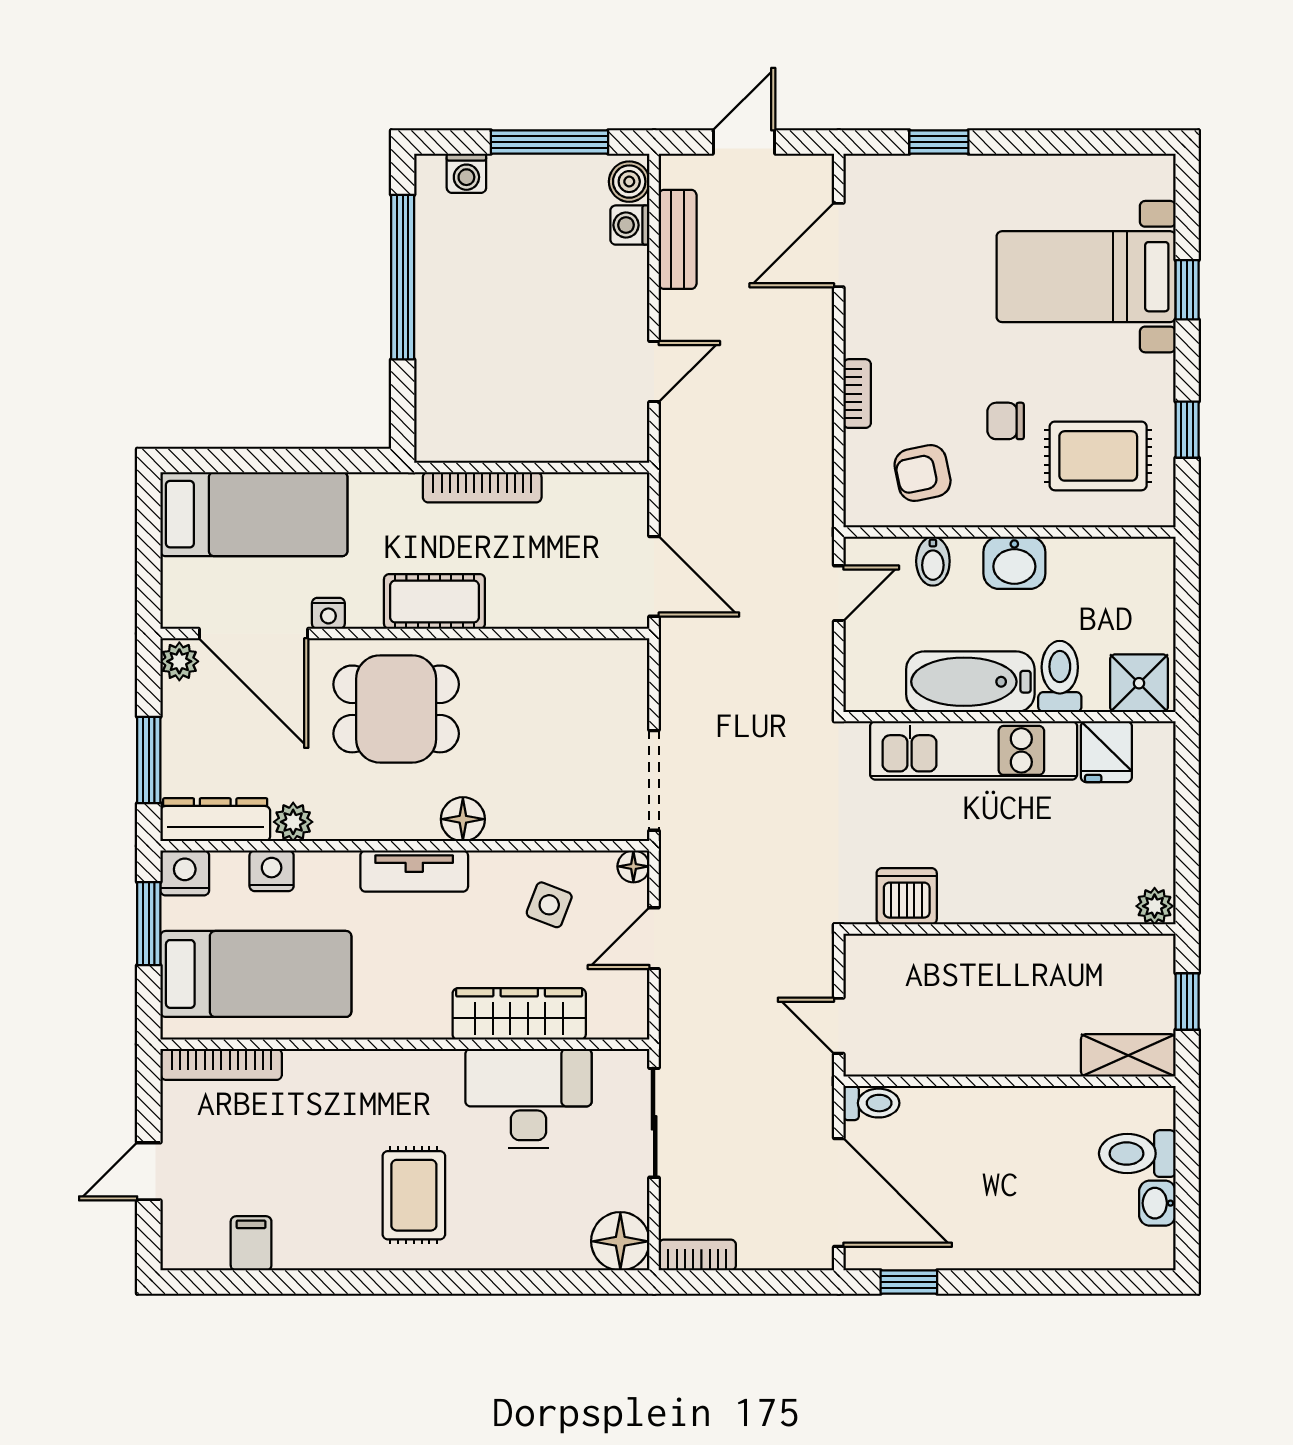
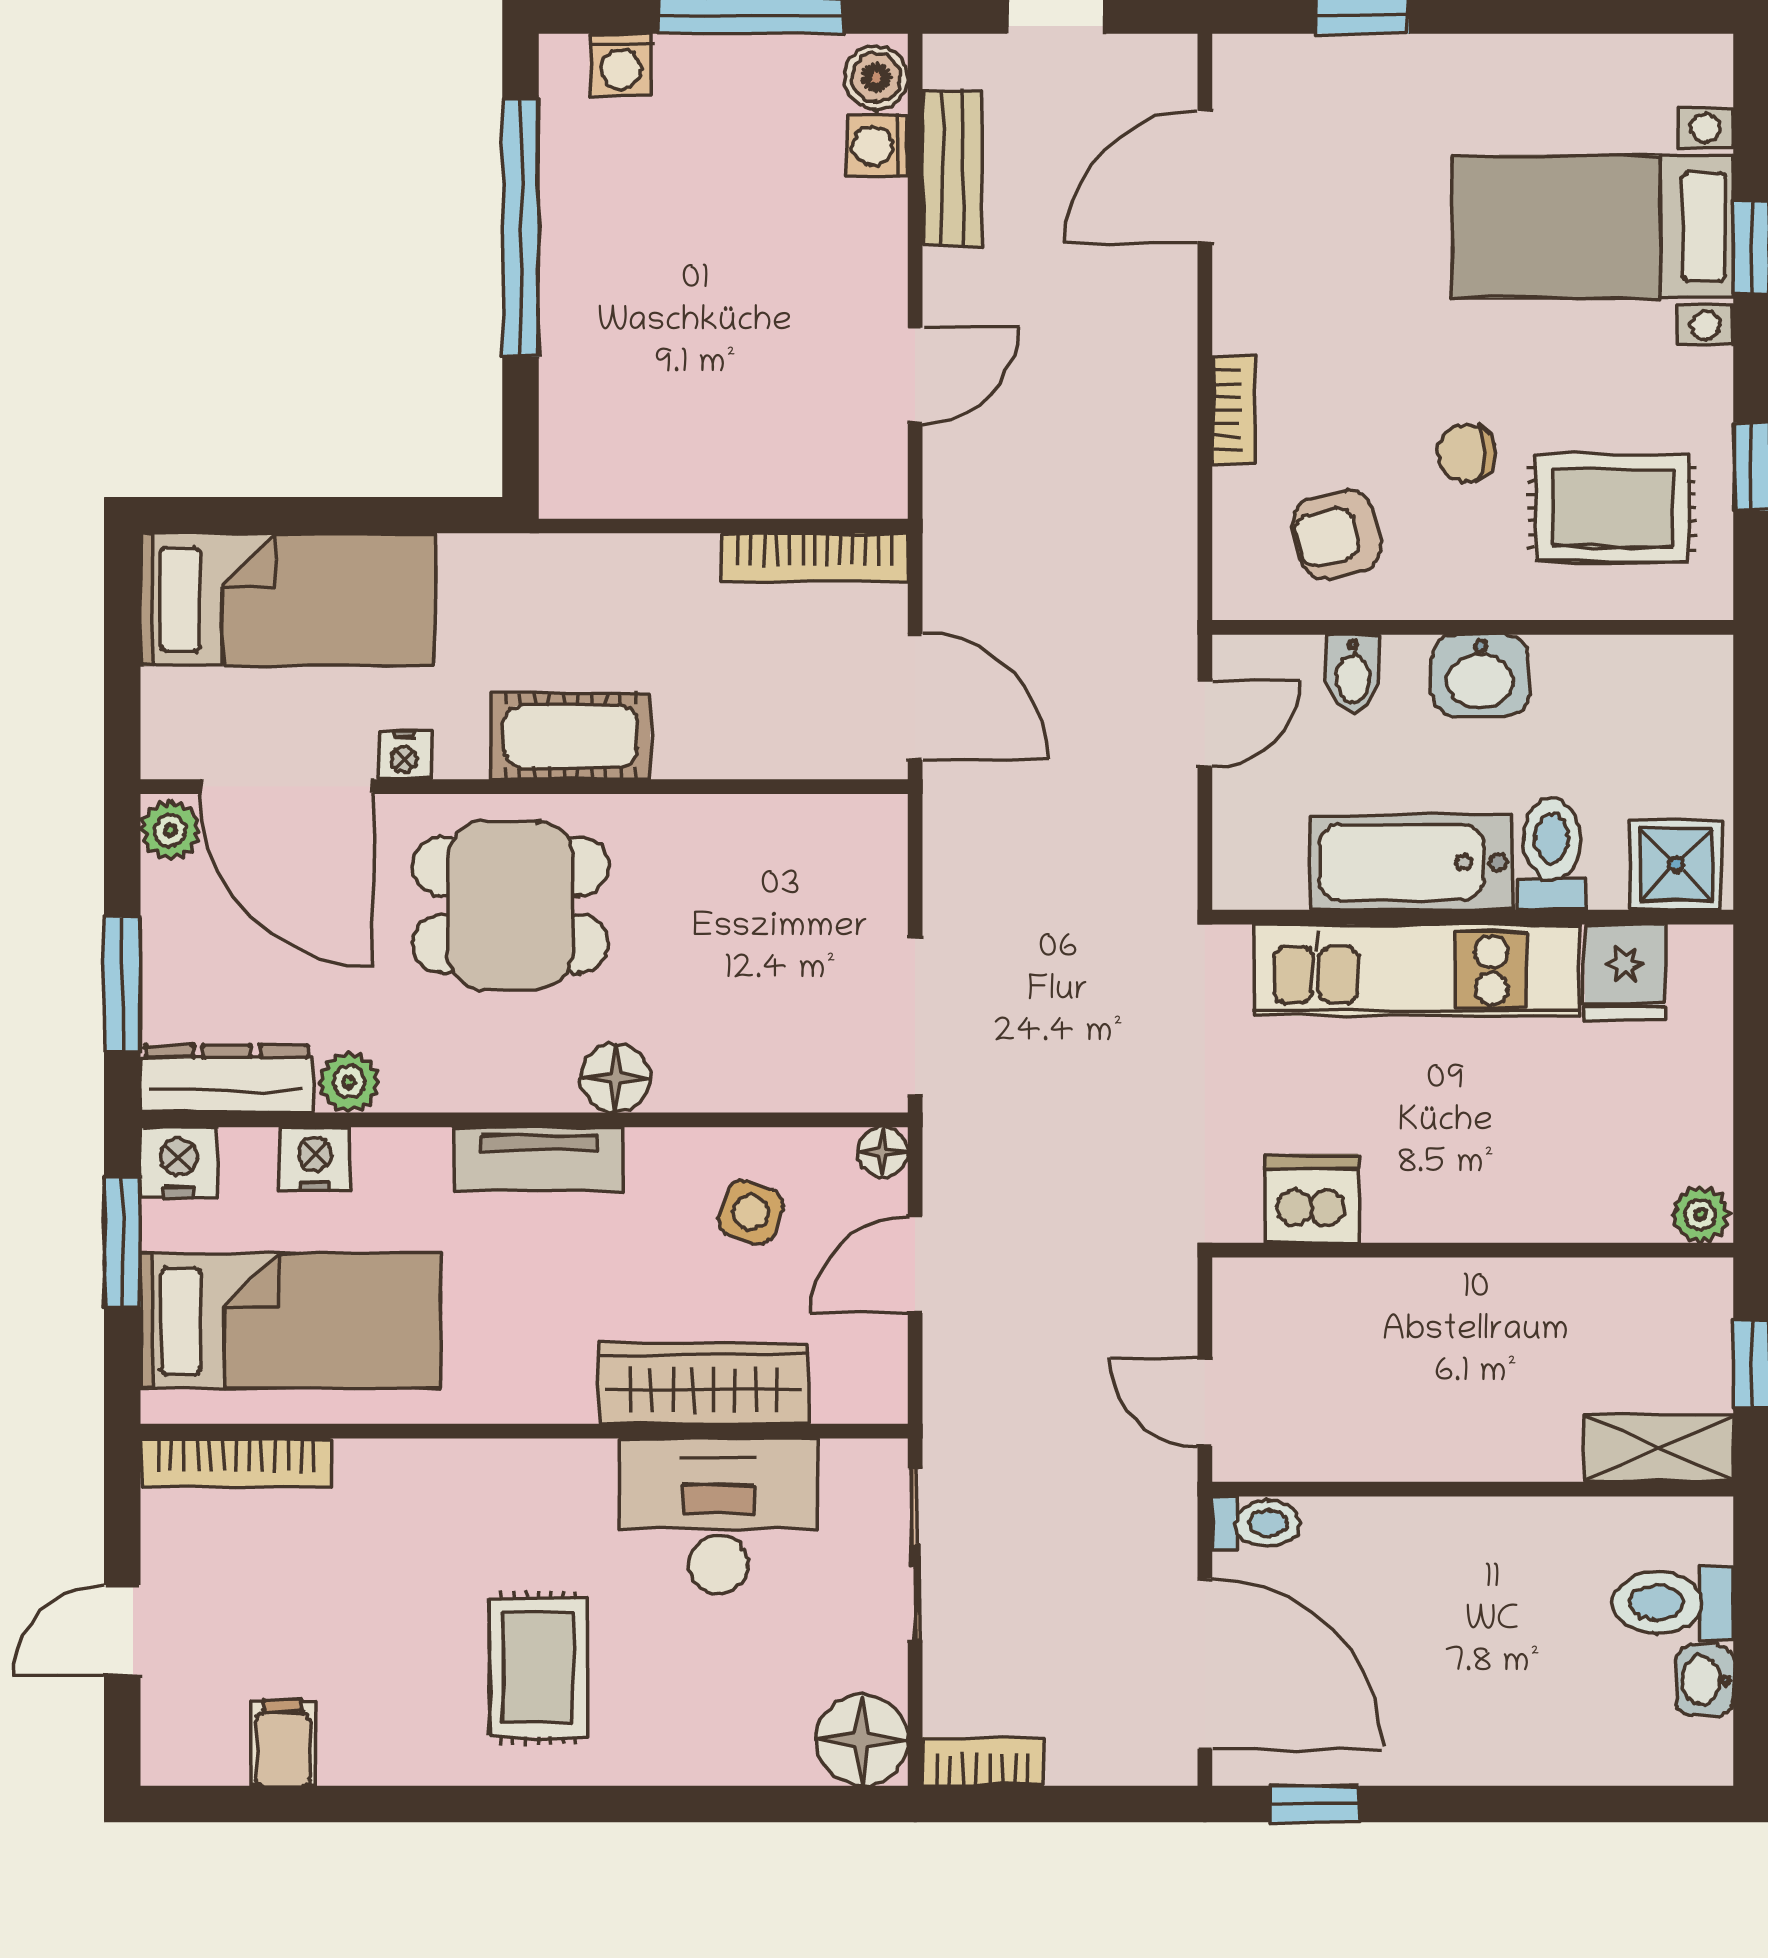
bookcase: (482, 487) -> (815, 557), moved

